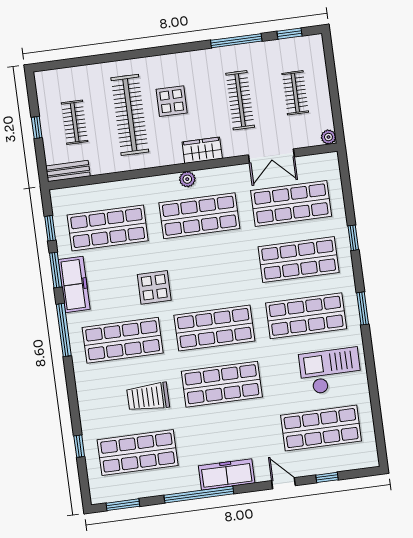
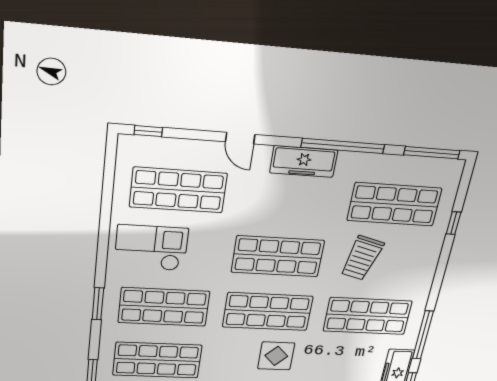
display table: (154, 287) -> (276, 356), moved
checkout: (330, 371) -> (151, 248), turned 180
trolley: (148, 397) -> (362, 258), turned 105
window: (327, 477) -> (148, 131), moved
window: (123, 505) -> (432, 153), width x1.44

